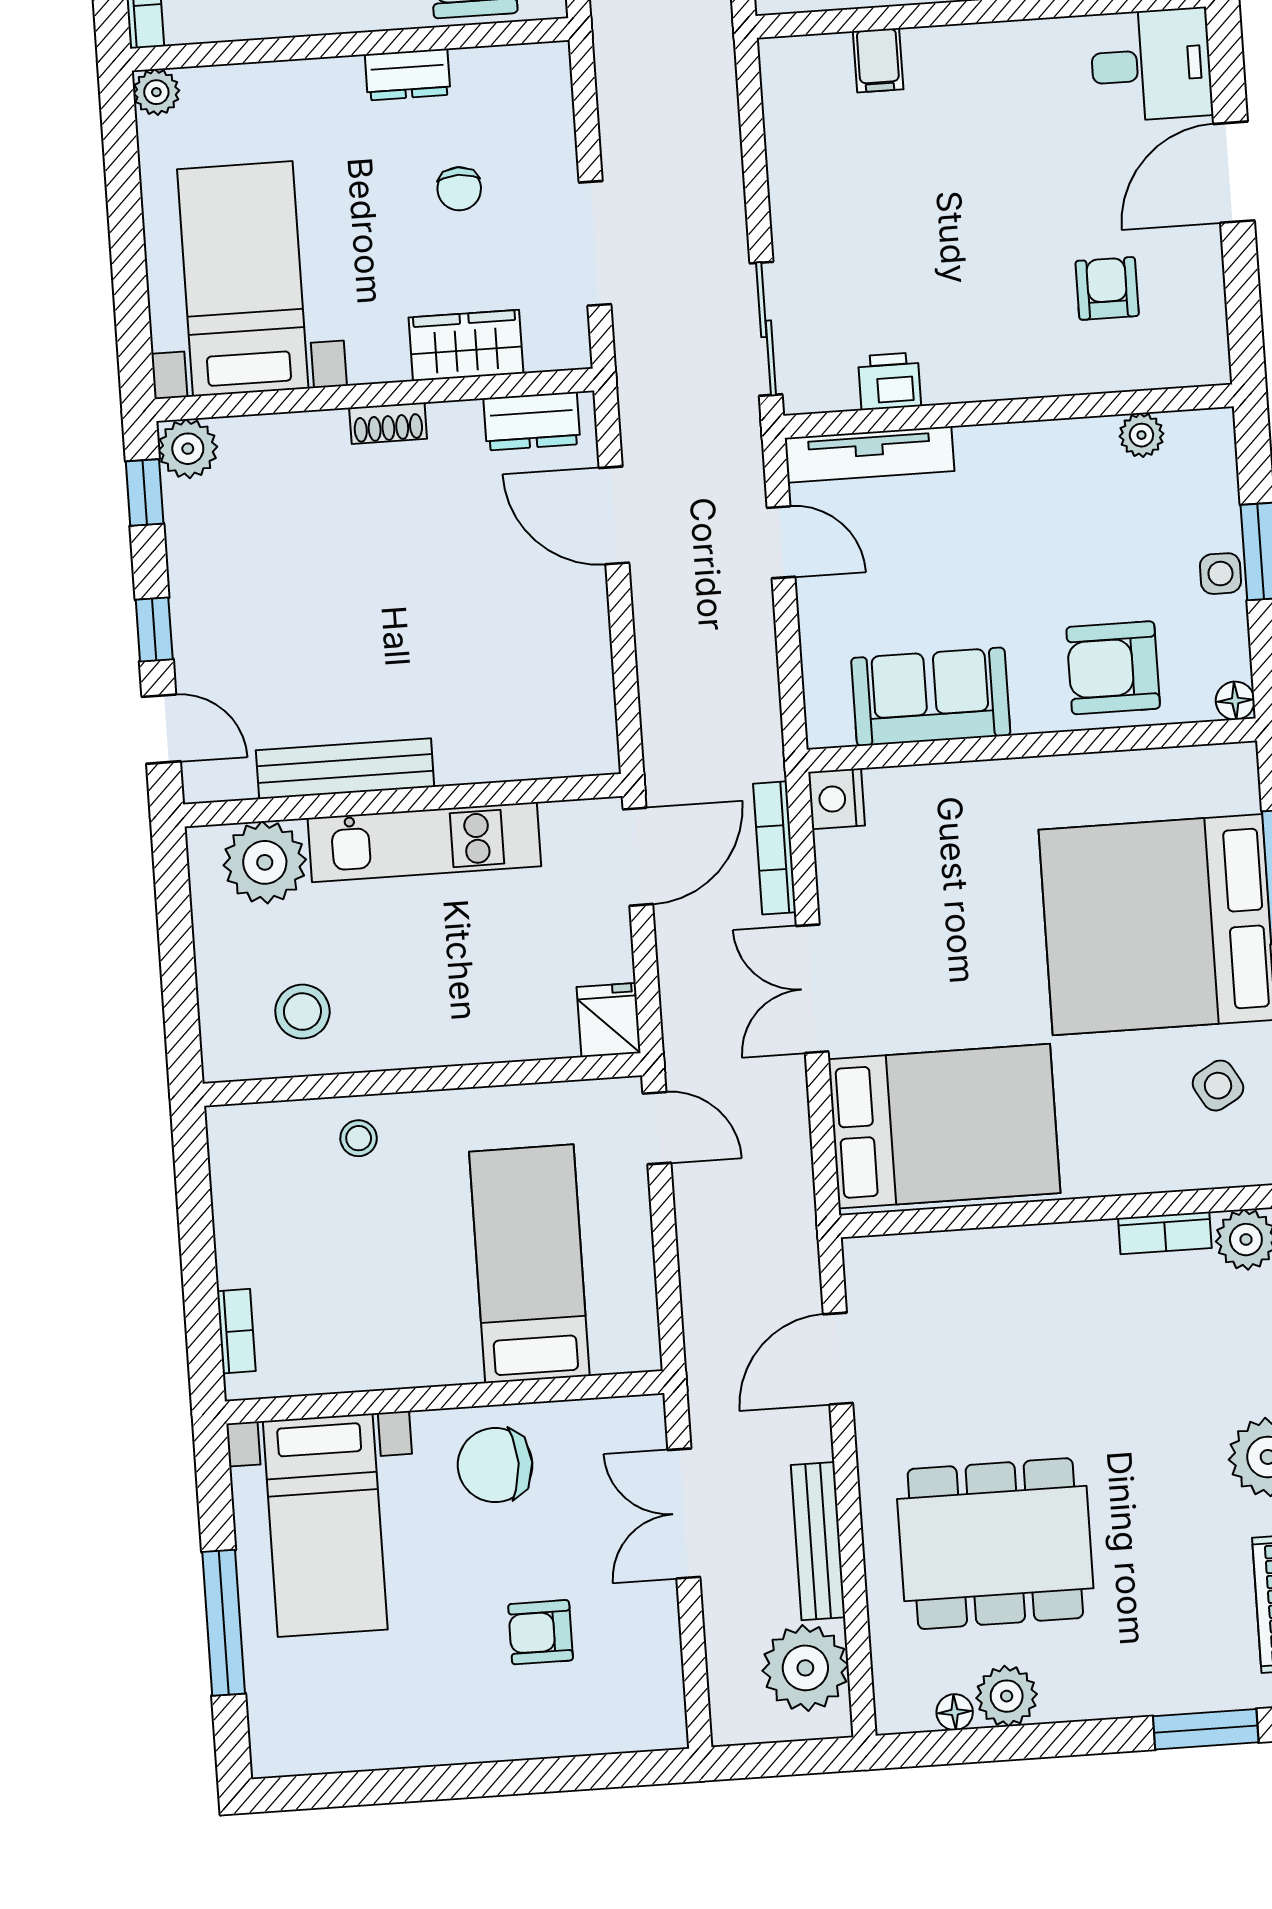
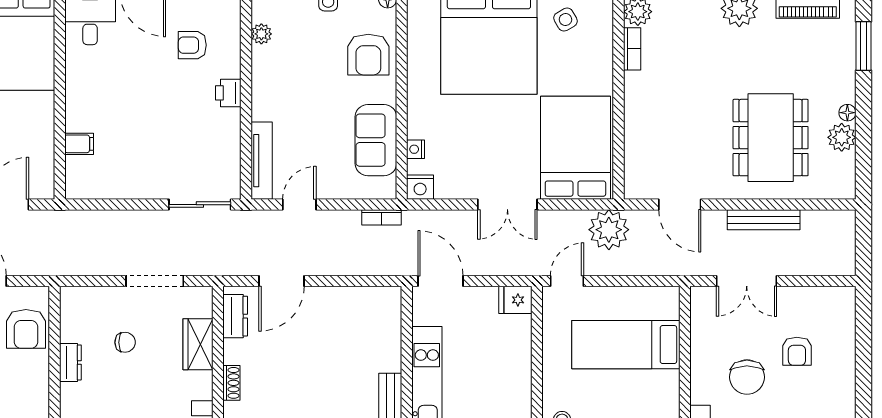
printer: (890, 381) -> (228, 93), moved
nightstand: (917, 783) -> (416, 149), added
bookcase: (775, 848) -> (382, 217), moved, width x0.64
chair: (495, 1465) -> (747, 377), moved
plant: (805, 1668) -> (609, 230), moved
floor lamp: (955, 1712) -> (847, 113), moved

